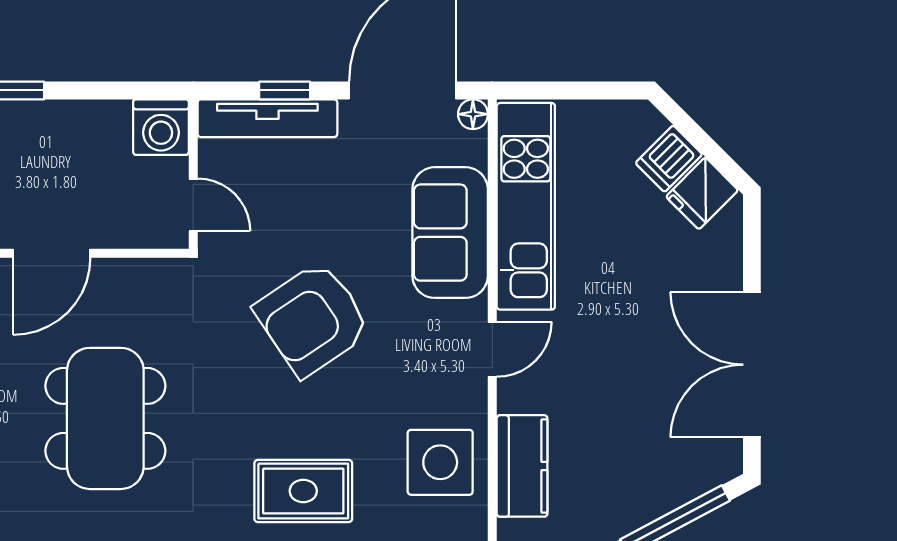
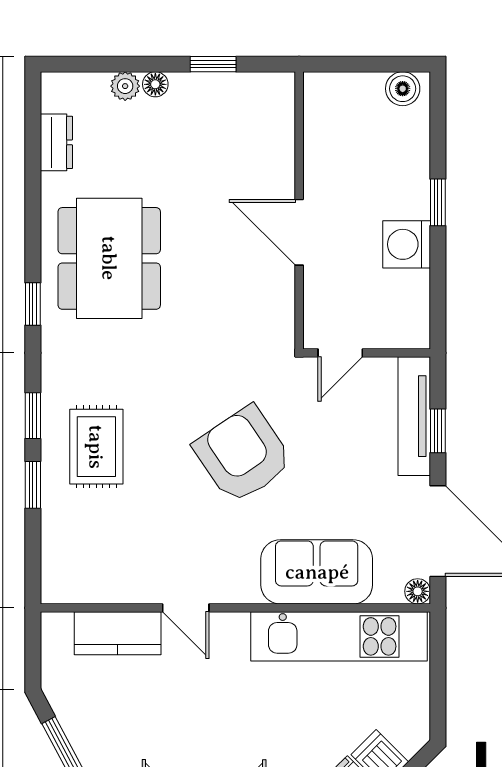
washing machine: (161, 127) -> (407, 244), moved
door: (492, 349) -> (186, 608), moved
dining table: (105, 418) -> (109, 258), moved, turned 90
side table: (440, 462) -> (121, 563), removed

